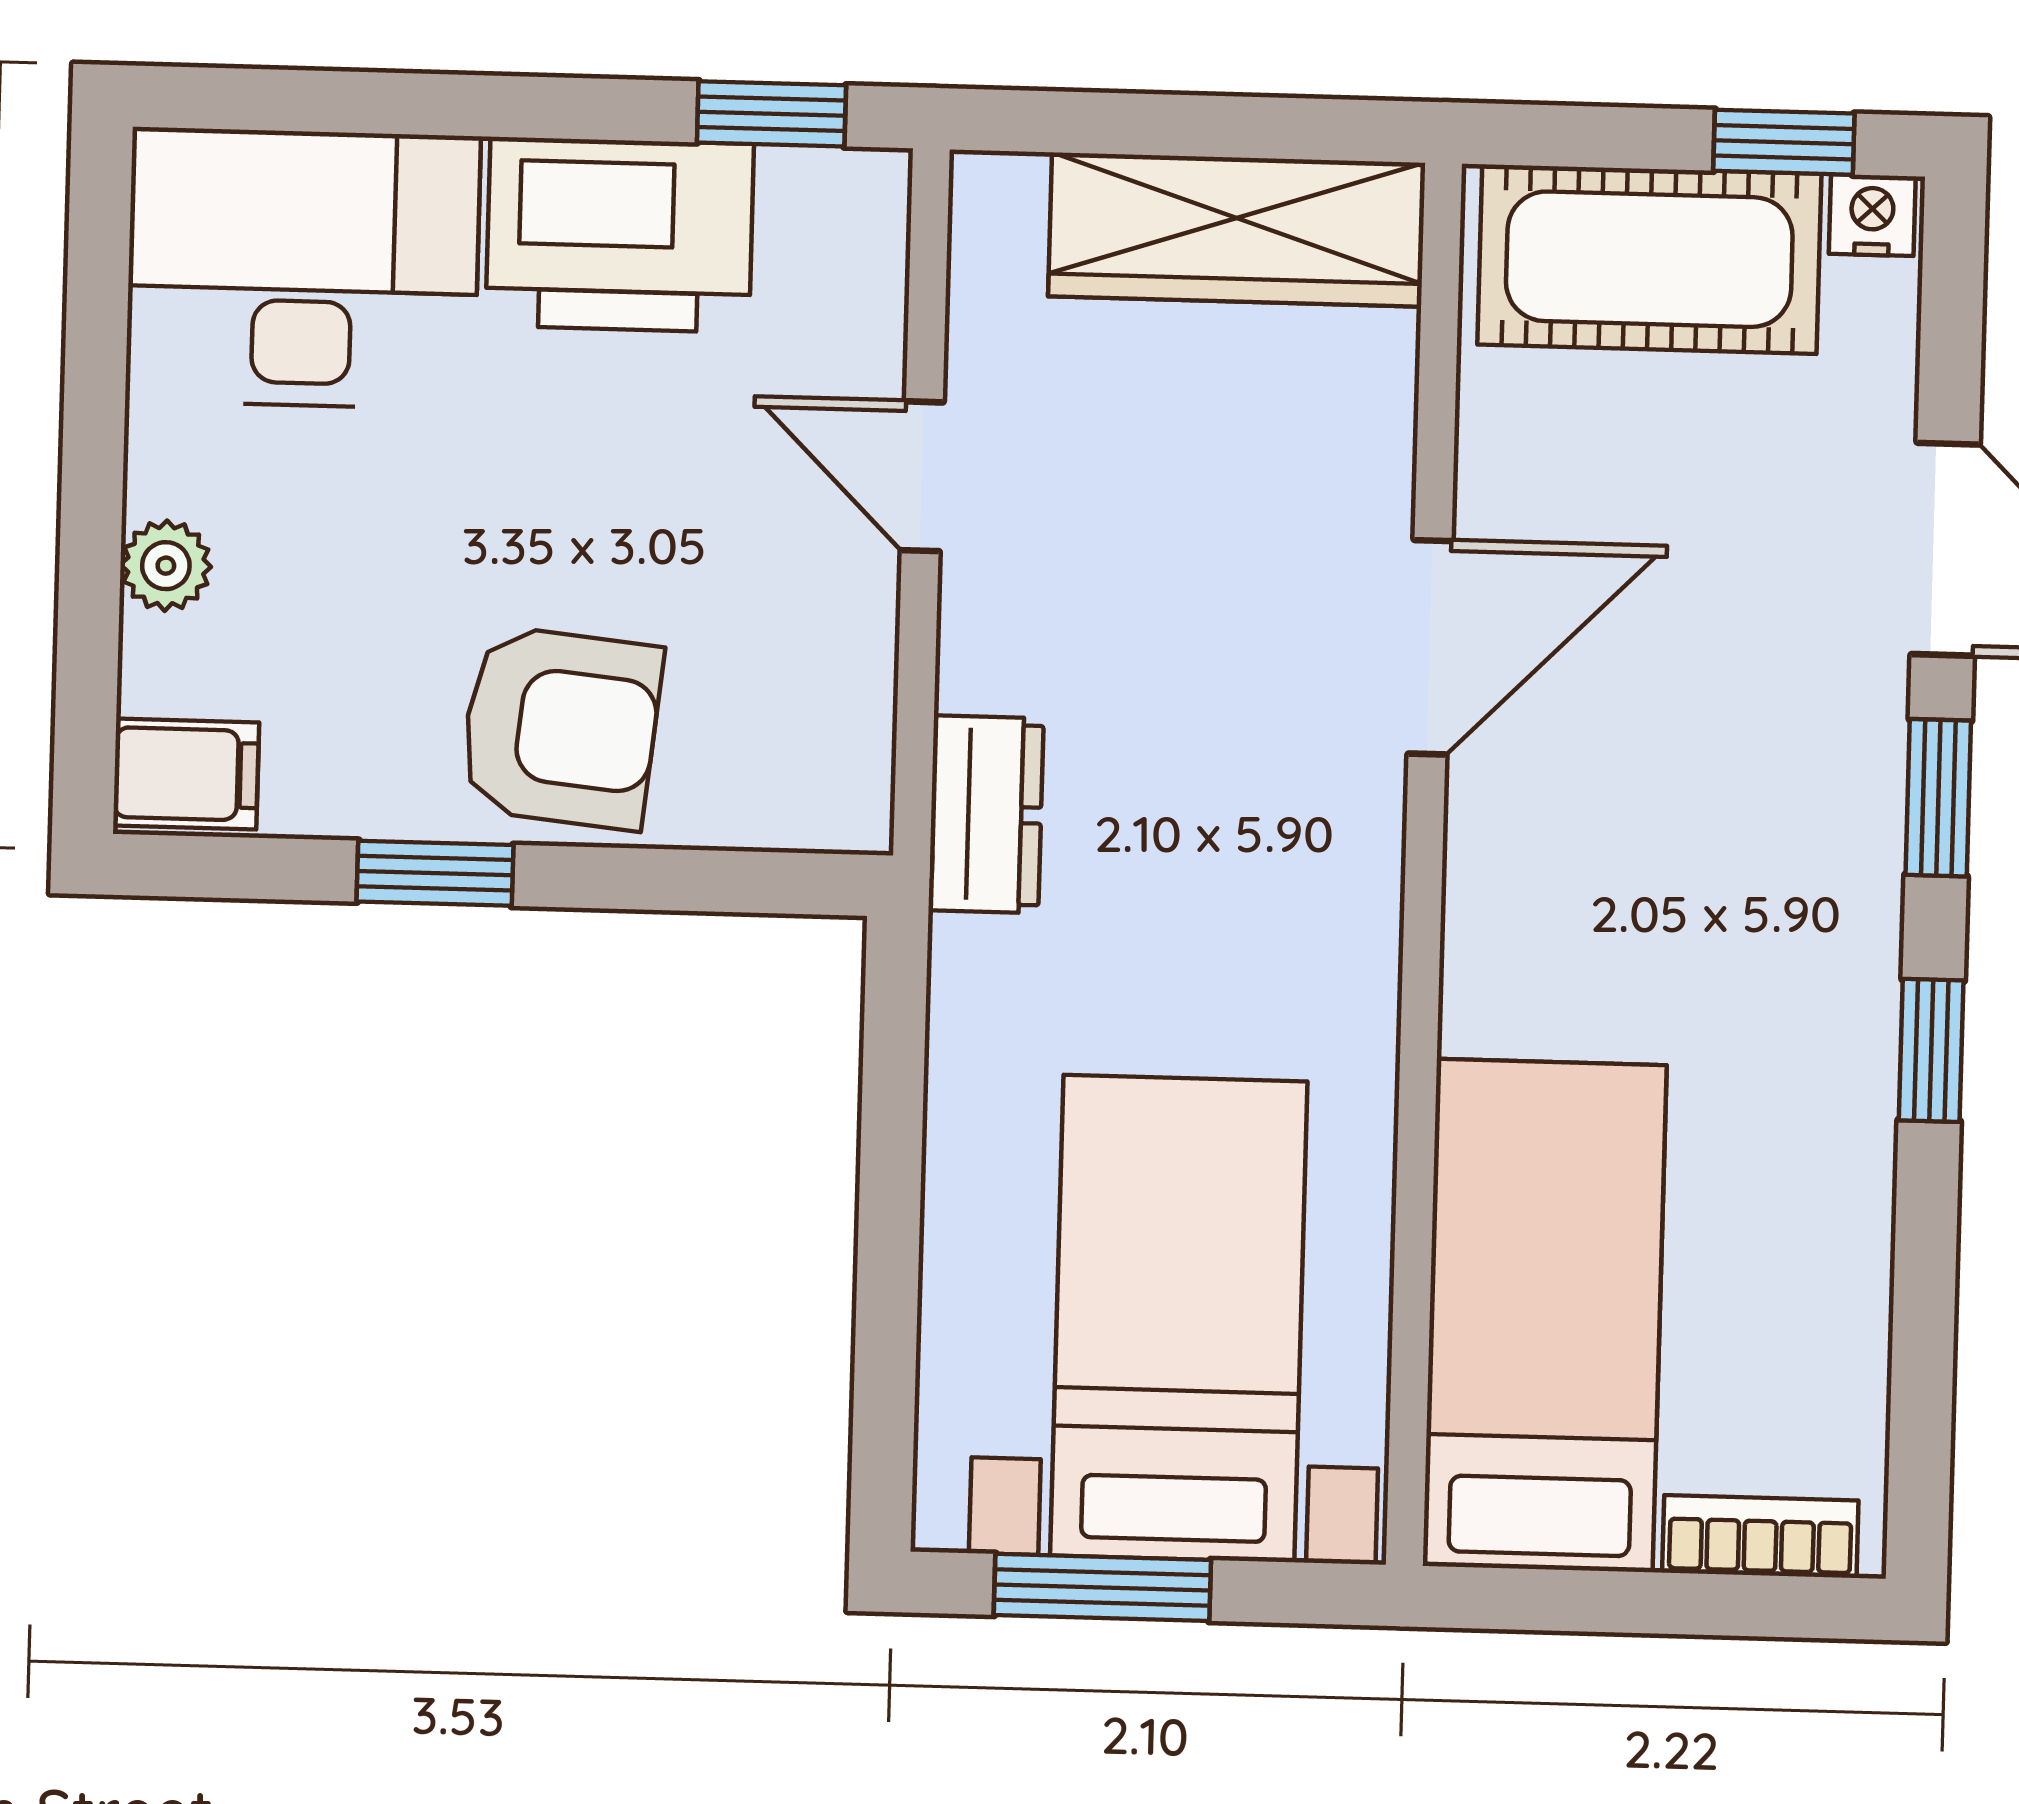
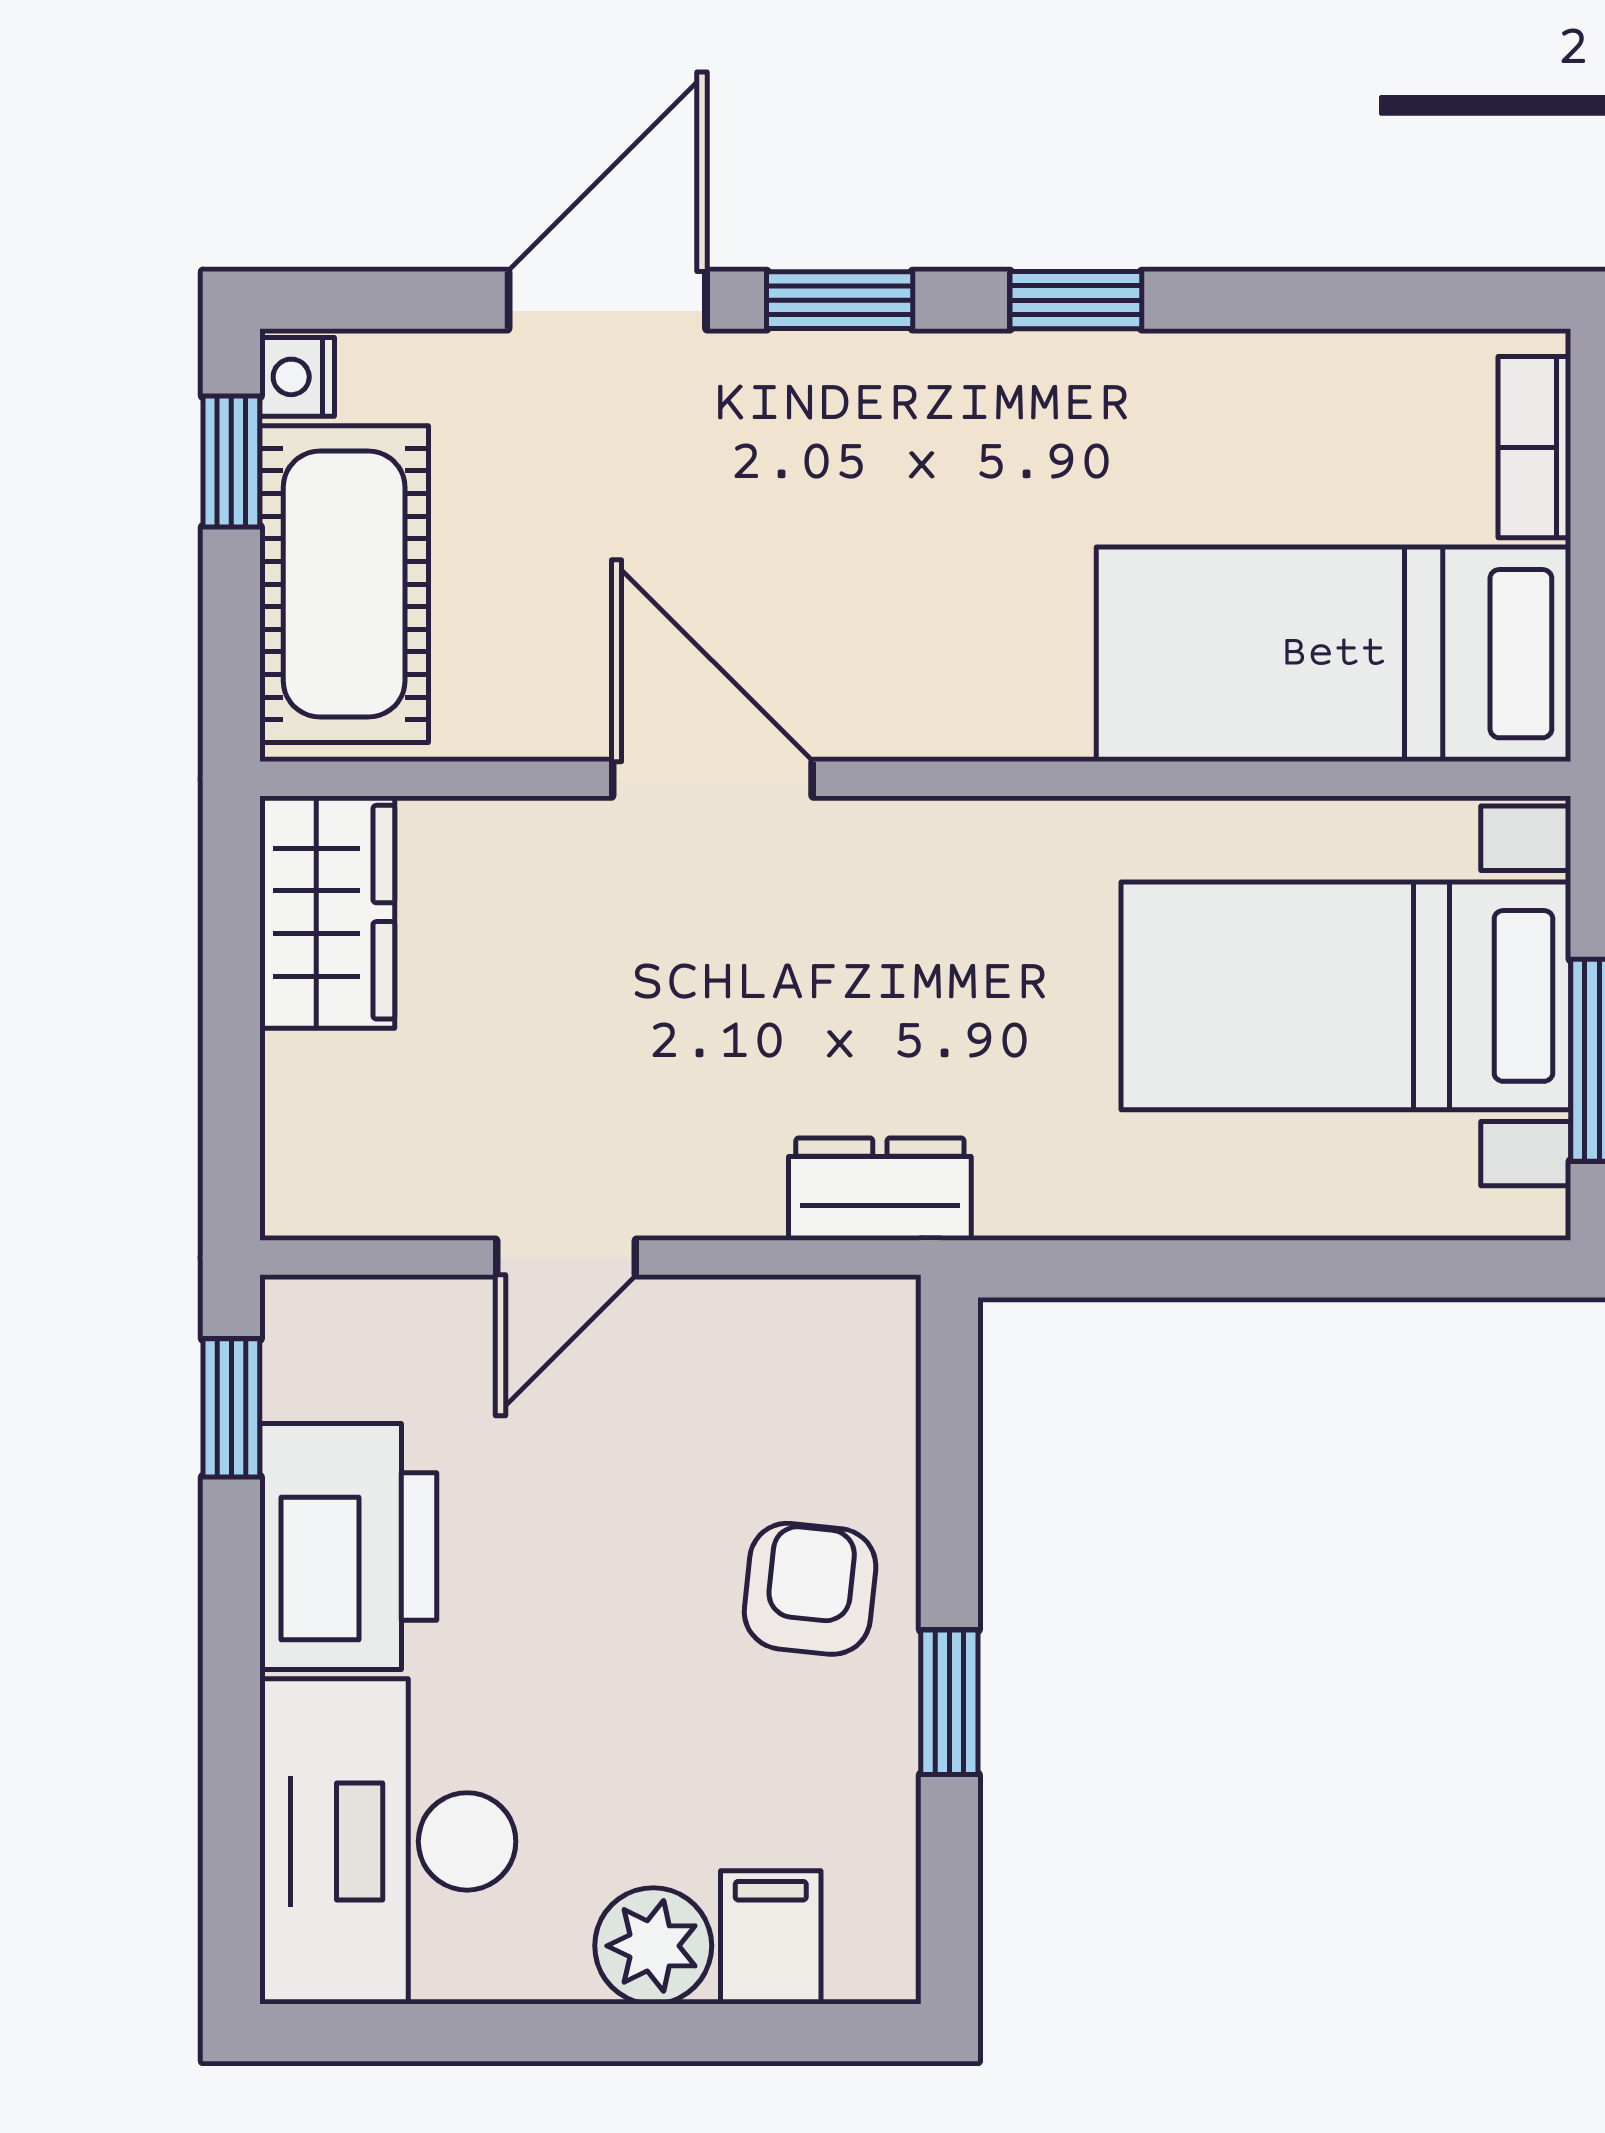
wardrobe: (1237, 230) -> (327, 912), width x0.67
plant: (166, 566) -> (653, 1946), width x1.38, depth x1.38
armchair: (561, 728) -> (810, 1589), width x0.72, depth x0.72
filing cabinet: (186, 774) -> (771, 1937), moved

